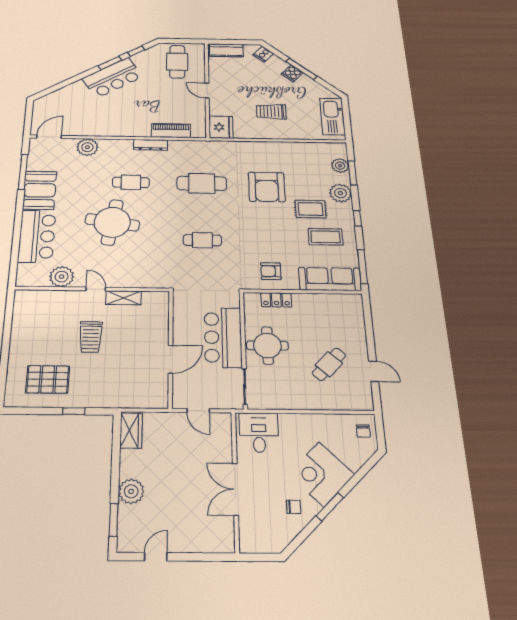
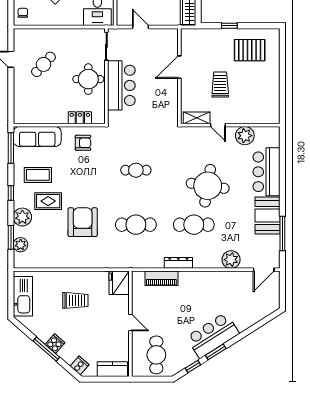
cafe table: (131, 182) -> (194, 225), width x1.37, depth x1.35
wall: (171, 348) -> (179, 76), moved
door: (171, 359) -> (179, 67), moved

